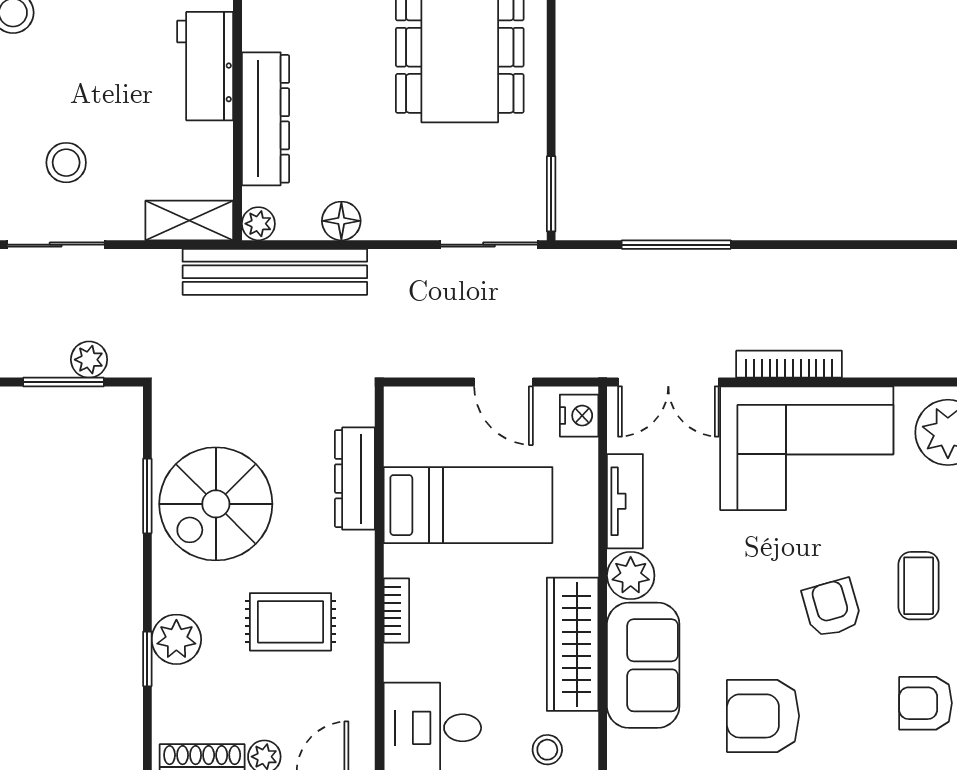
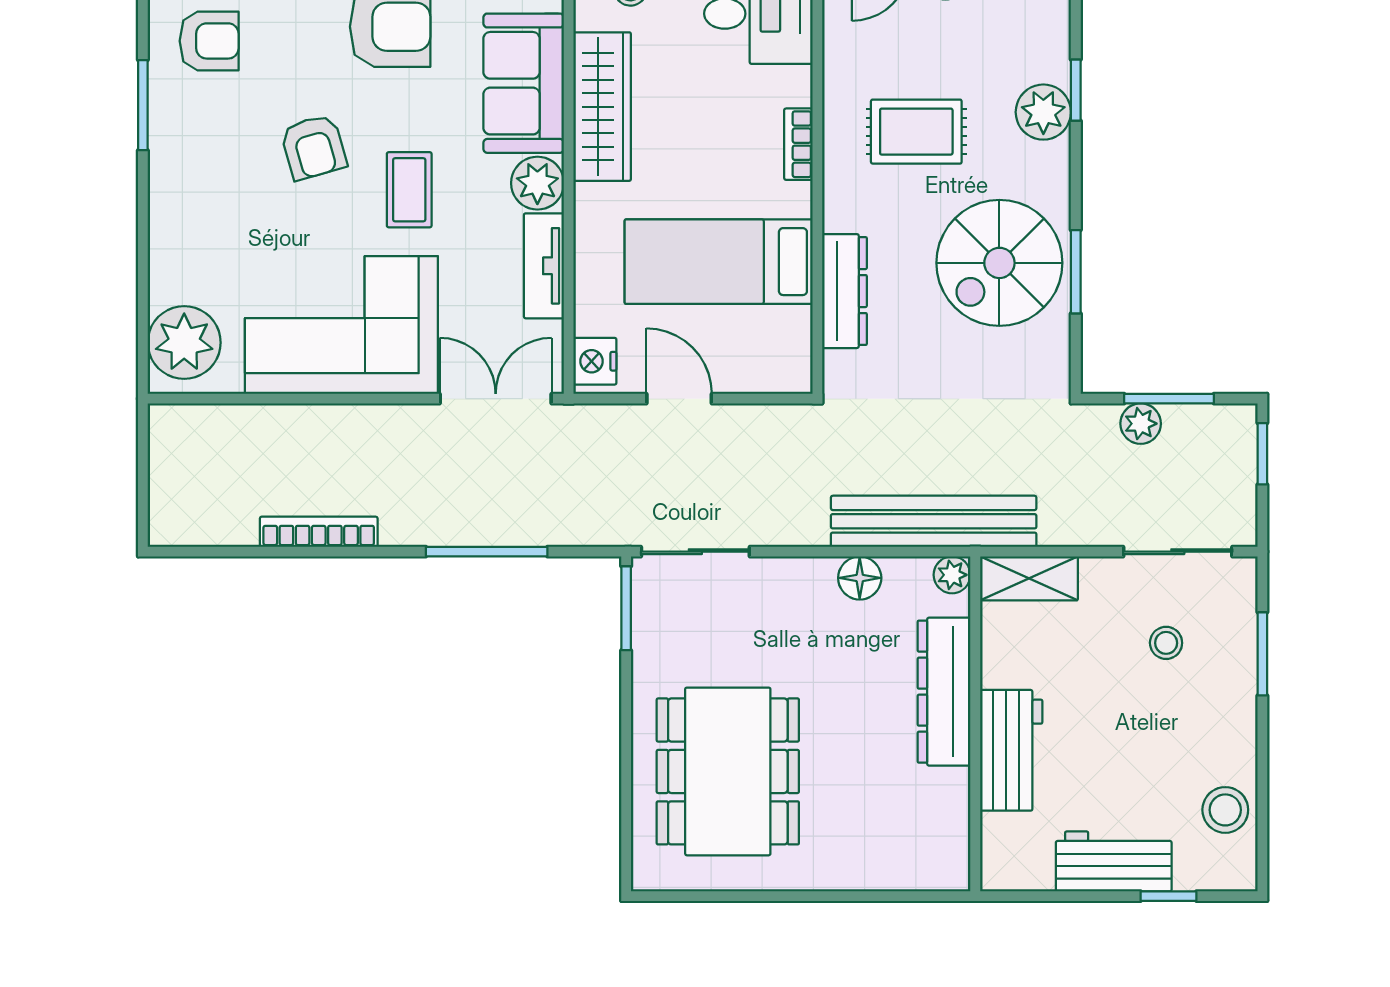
stool: (66, 163) -> (1166, 643), width x0.73, depth x0.73
bookcase: (789, 364) -> (319, 532), moved, turned 180
spiral stairs: (216, 504) -> (999, 263), turned 180
coffee table: (919, 586) -> (409, 190), moved

